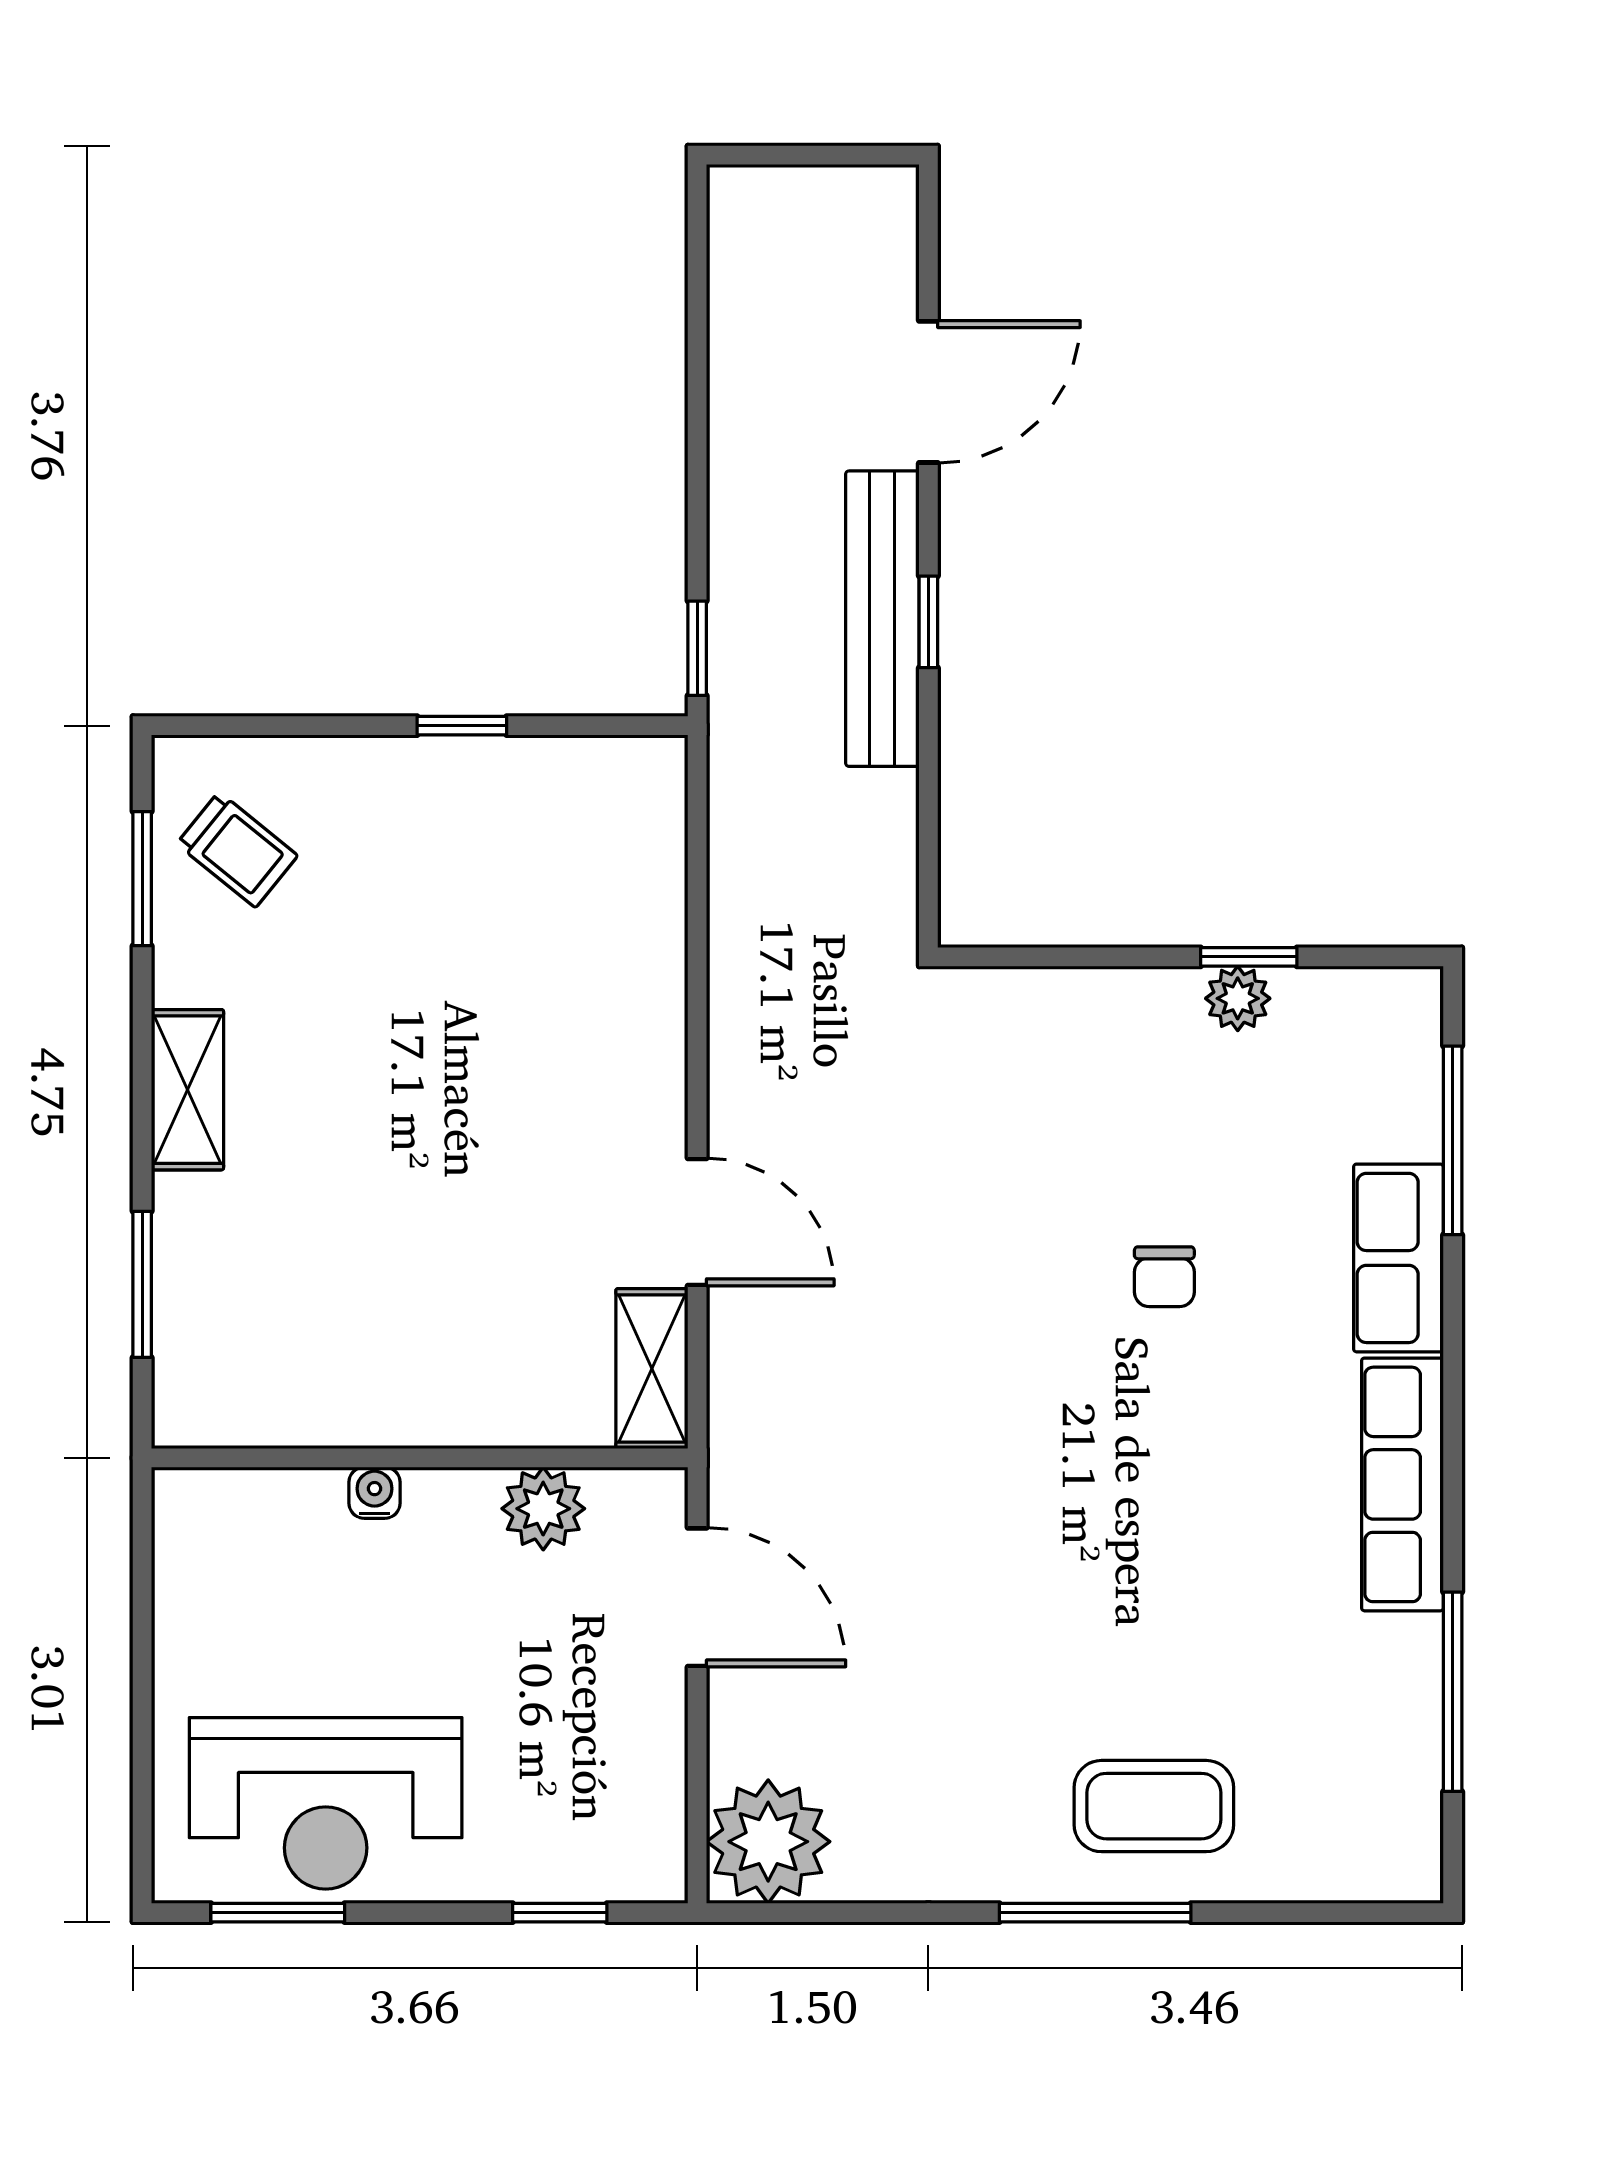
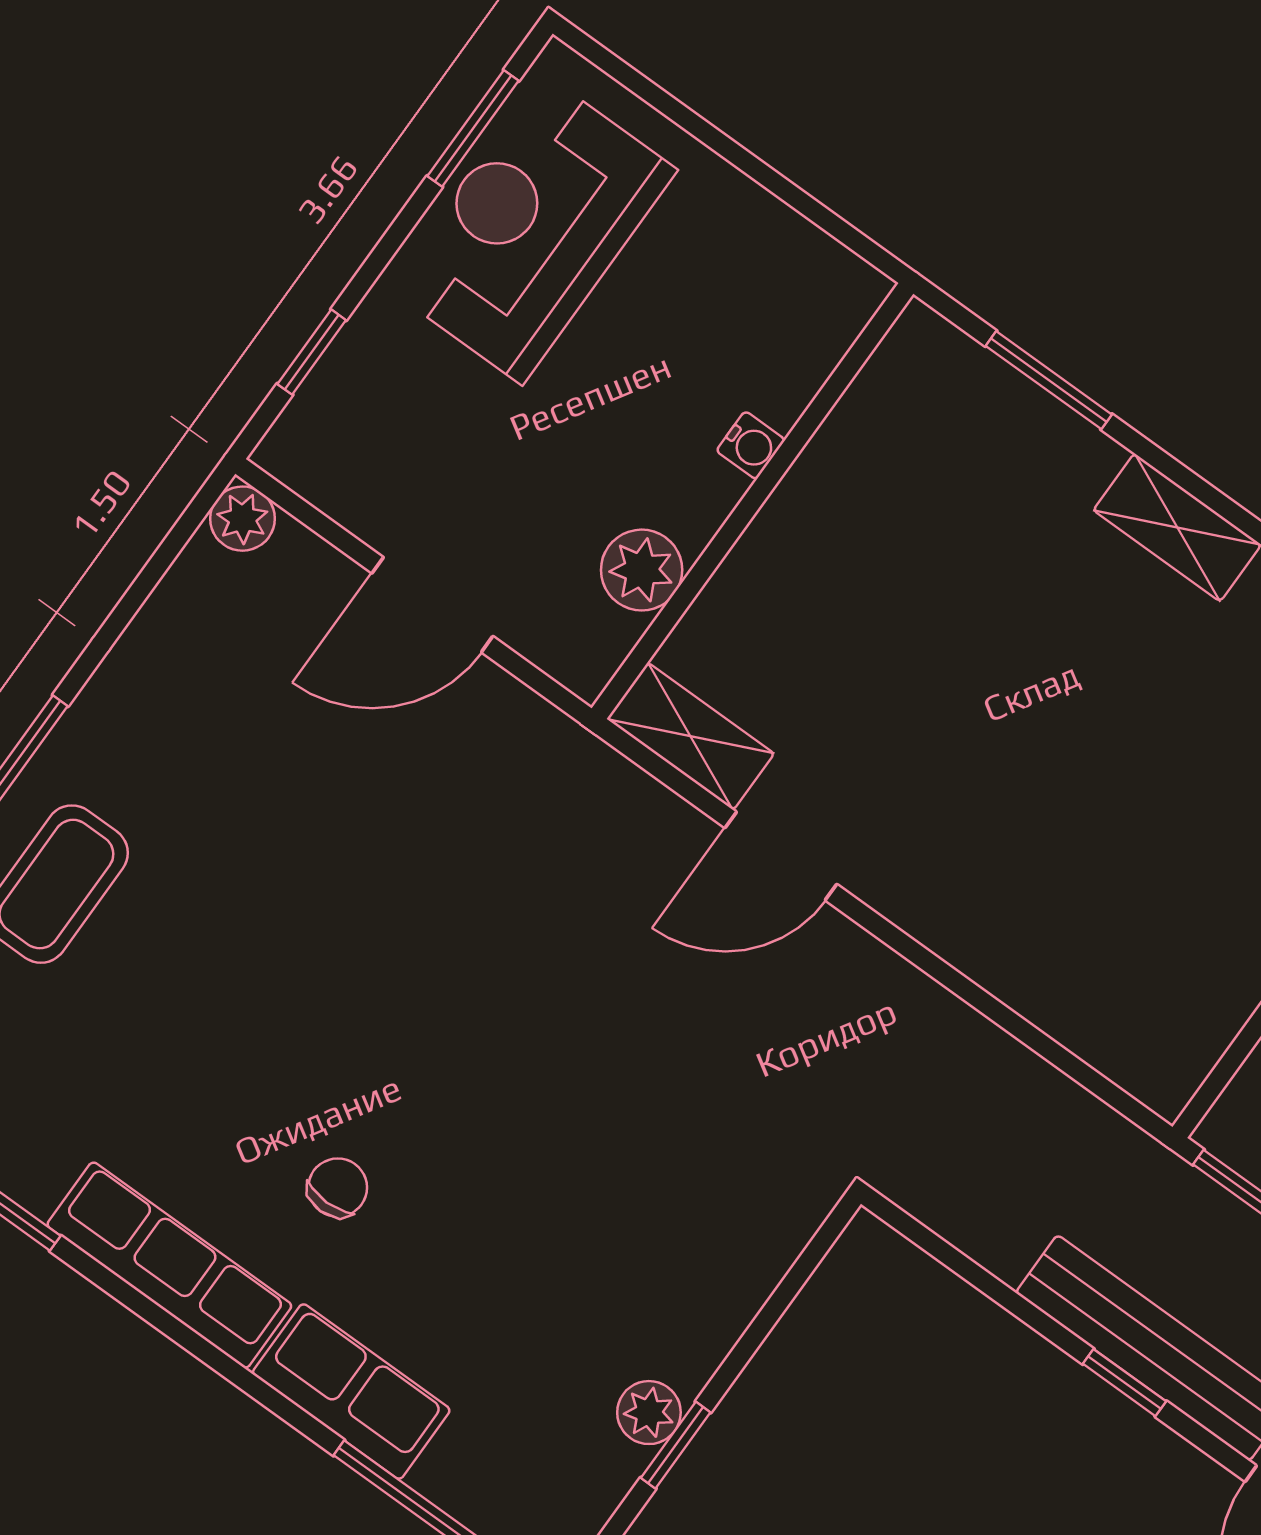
chair: (1164, 1277) -> (338, 1188), moved, turned 90
door: (697, 1597) -> (432, 605), moved
plant: (768, 1842) -> (242, 519), width x0.53, depth x0.53

